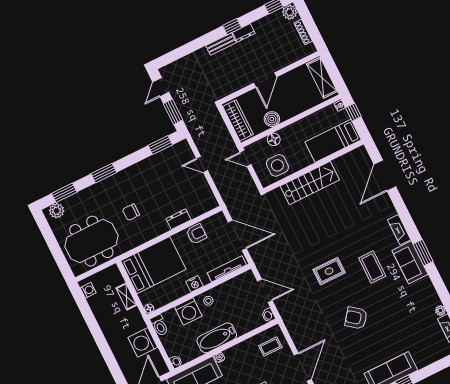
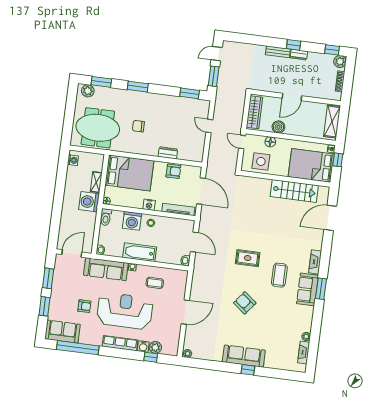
bed: (333, 141) -> (311, 165), width x1.50
stairs: (310, 183) -> (294, 191), moved
washing machine: (143, 342) -> (89, 202), moved
coffee table: (270, 347) -> (155, 283), moved

